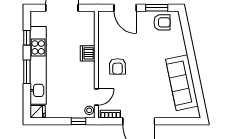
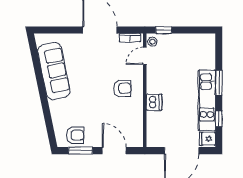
armchair: (162, 22) -> (75, 135), turned 180
kitchen unit: (38, 65) -> (207, 100), width x0.73
armchair: (117, 66) -> (122, 88), turned 91
fridge: (38, 112) -> (207, 139), moved

